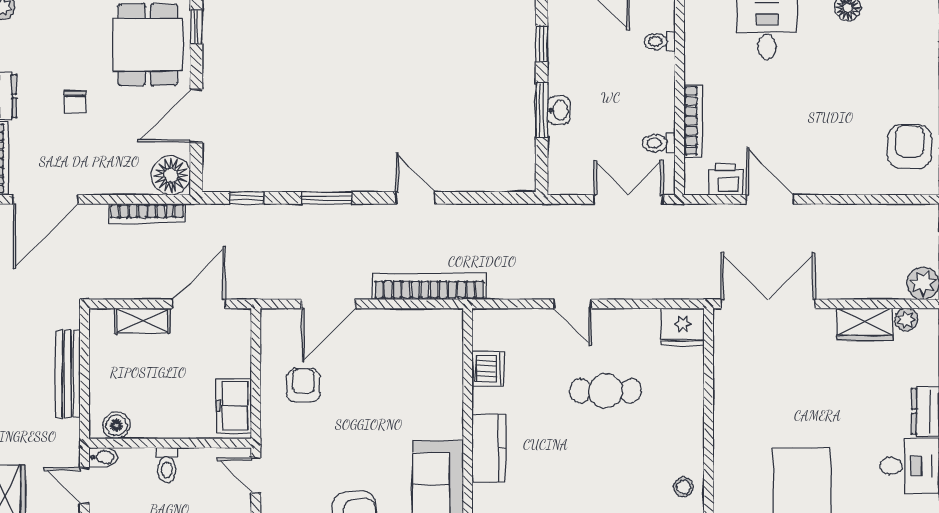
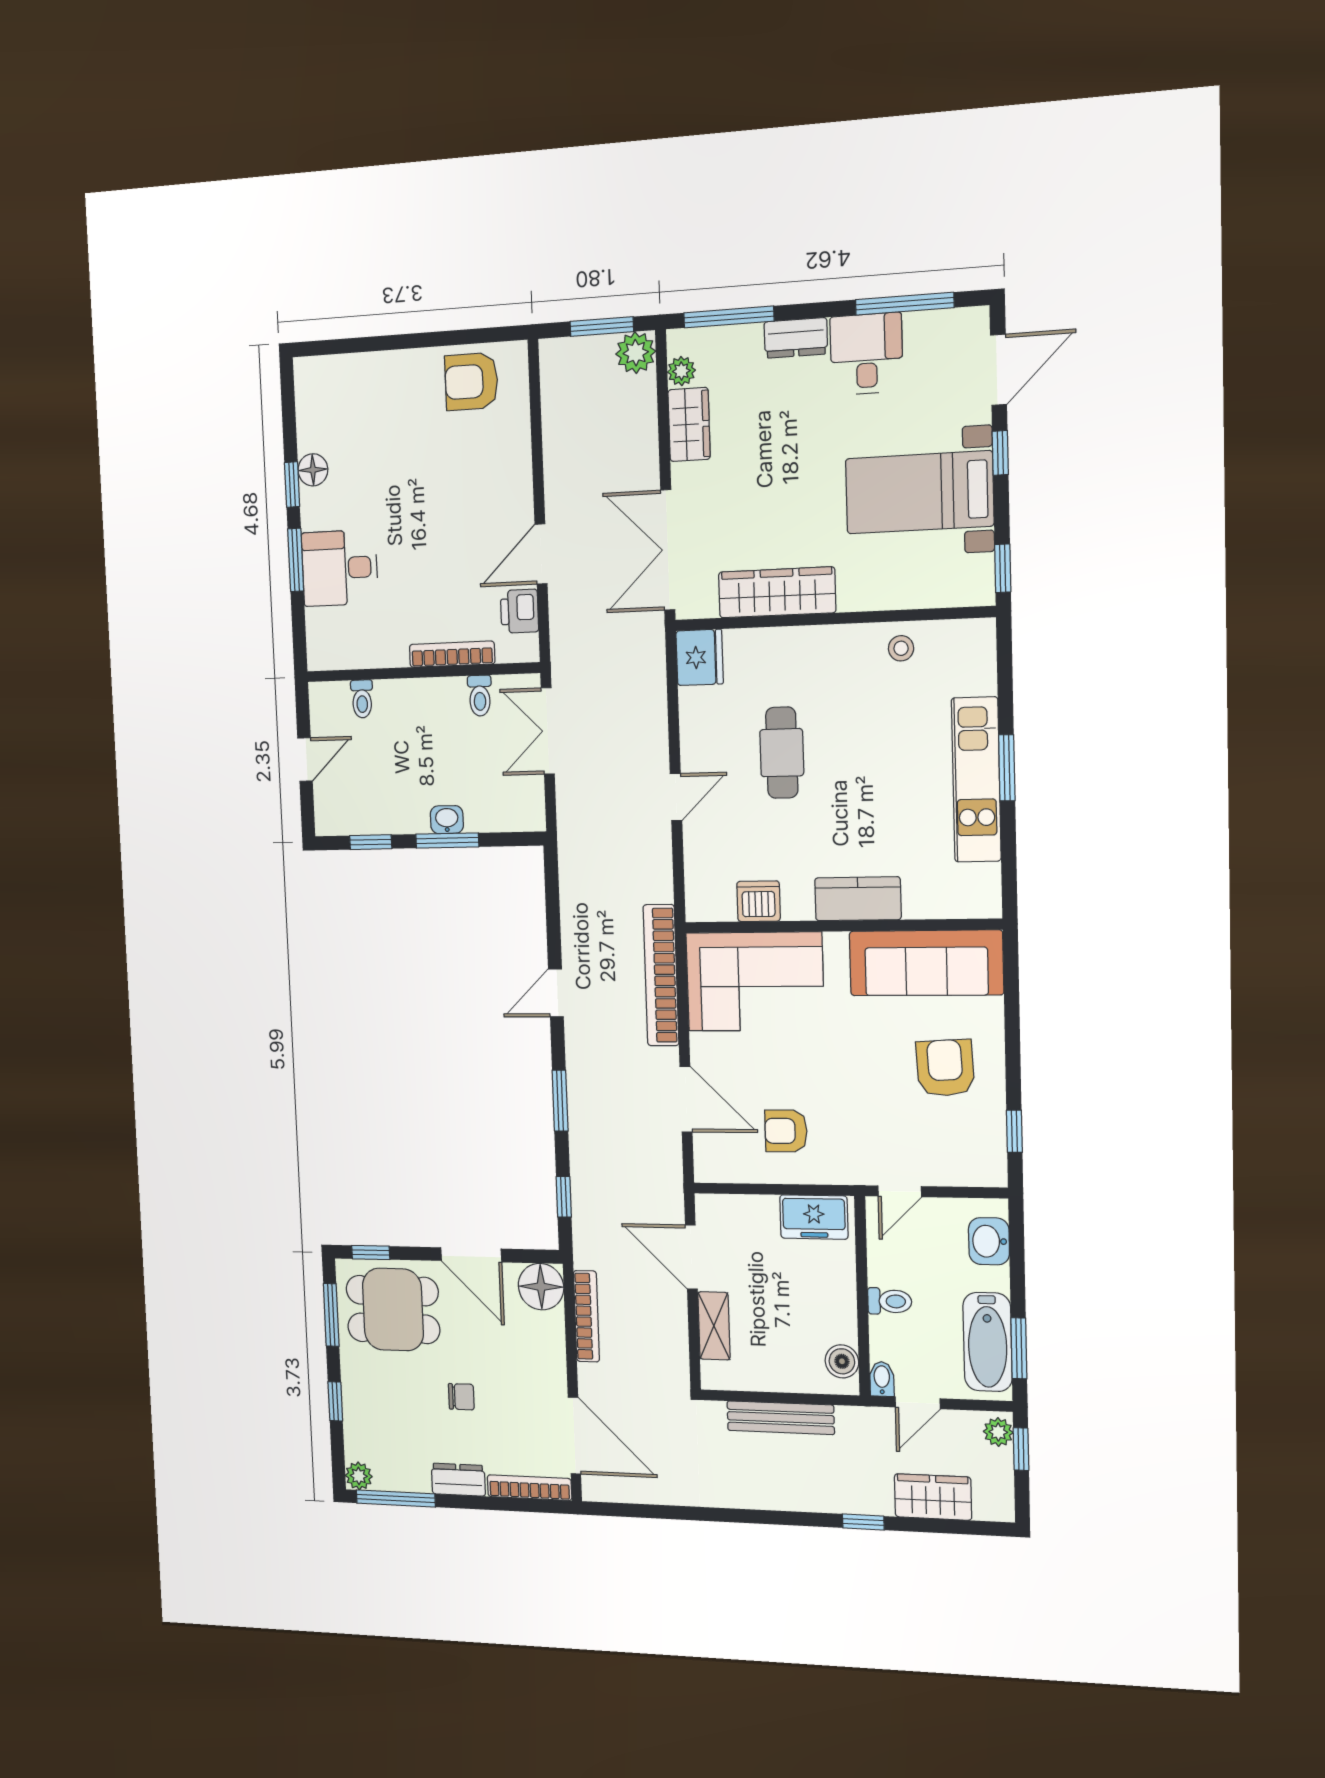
corner sofa: (424, 363) -> (755, 982), added
wardrobe: (731, 391) -> (777, 592), added

